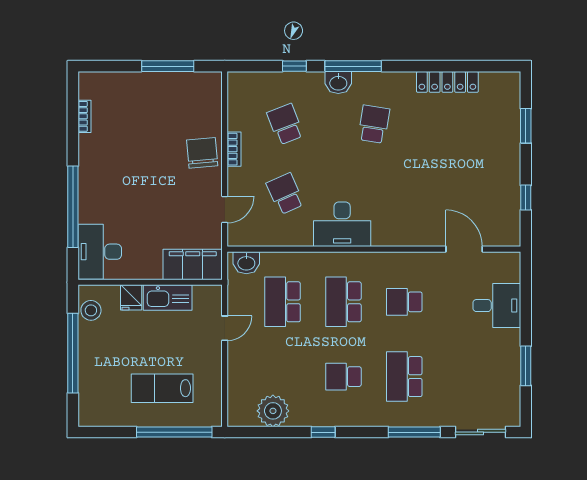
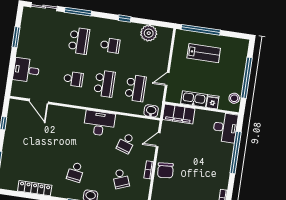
school desk: (285, 194) -> (126, 143), turned 42

